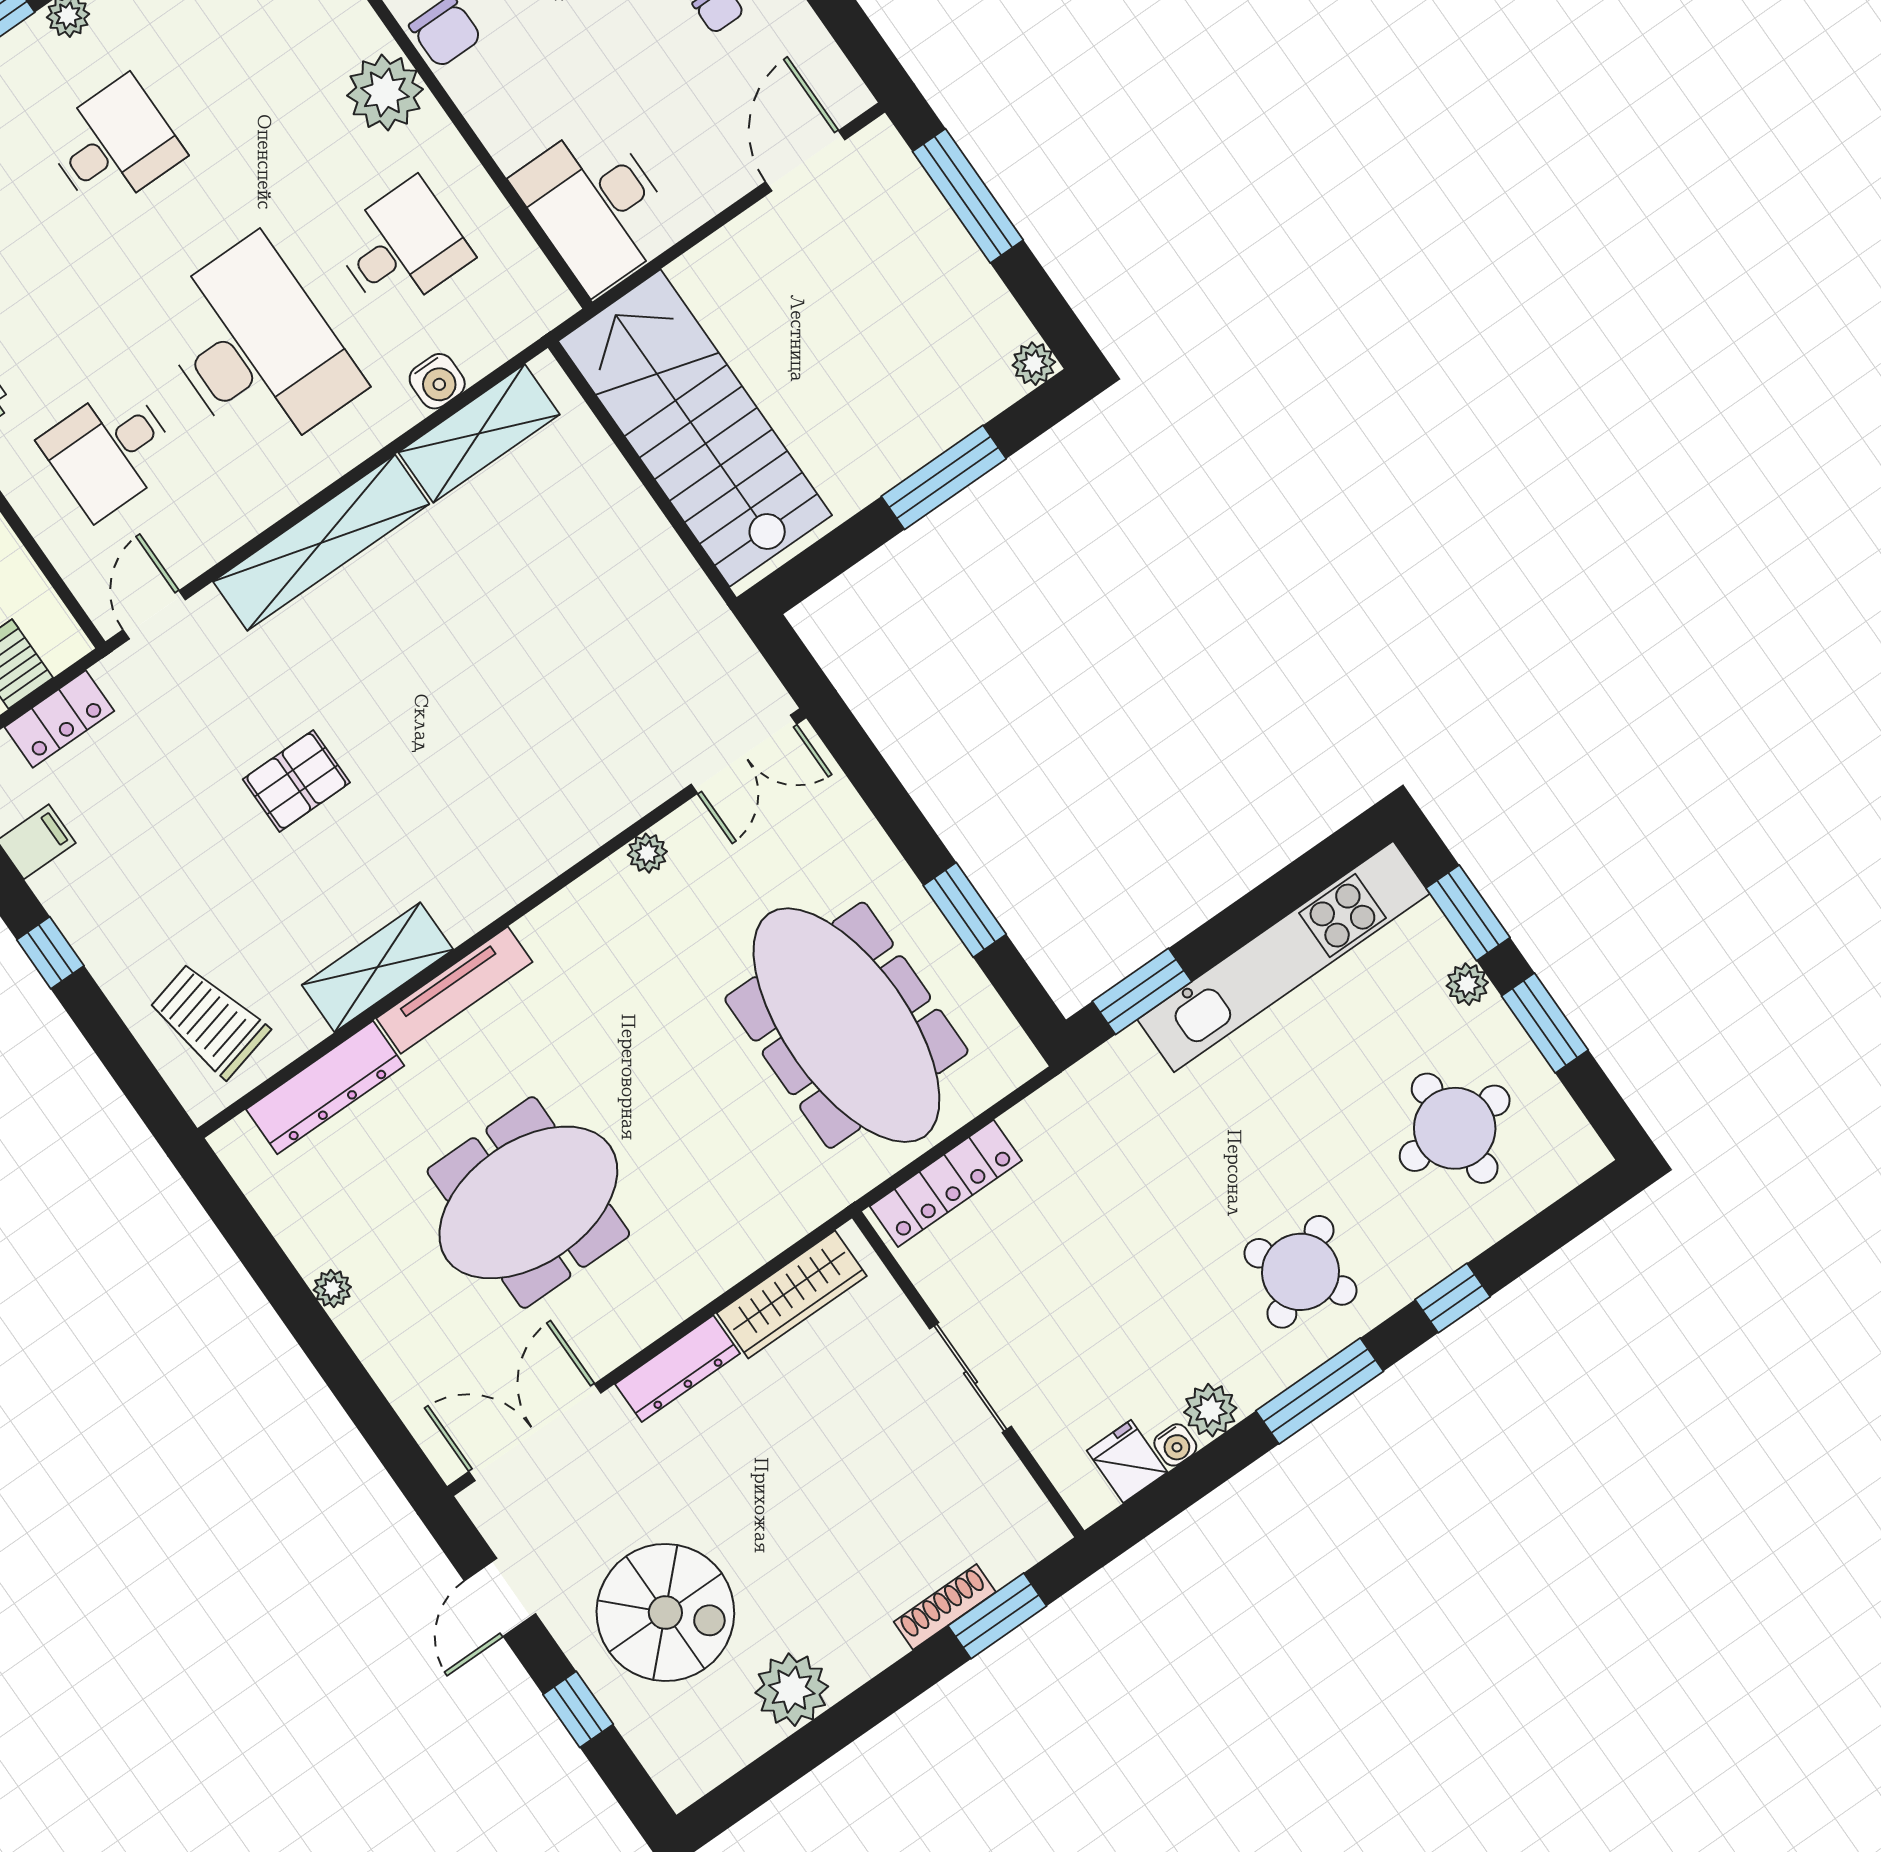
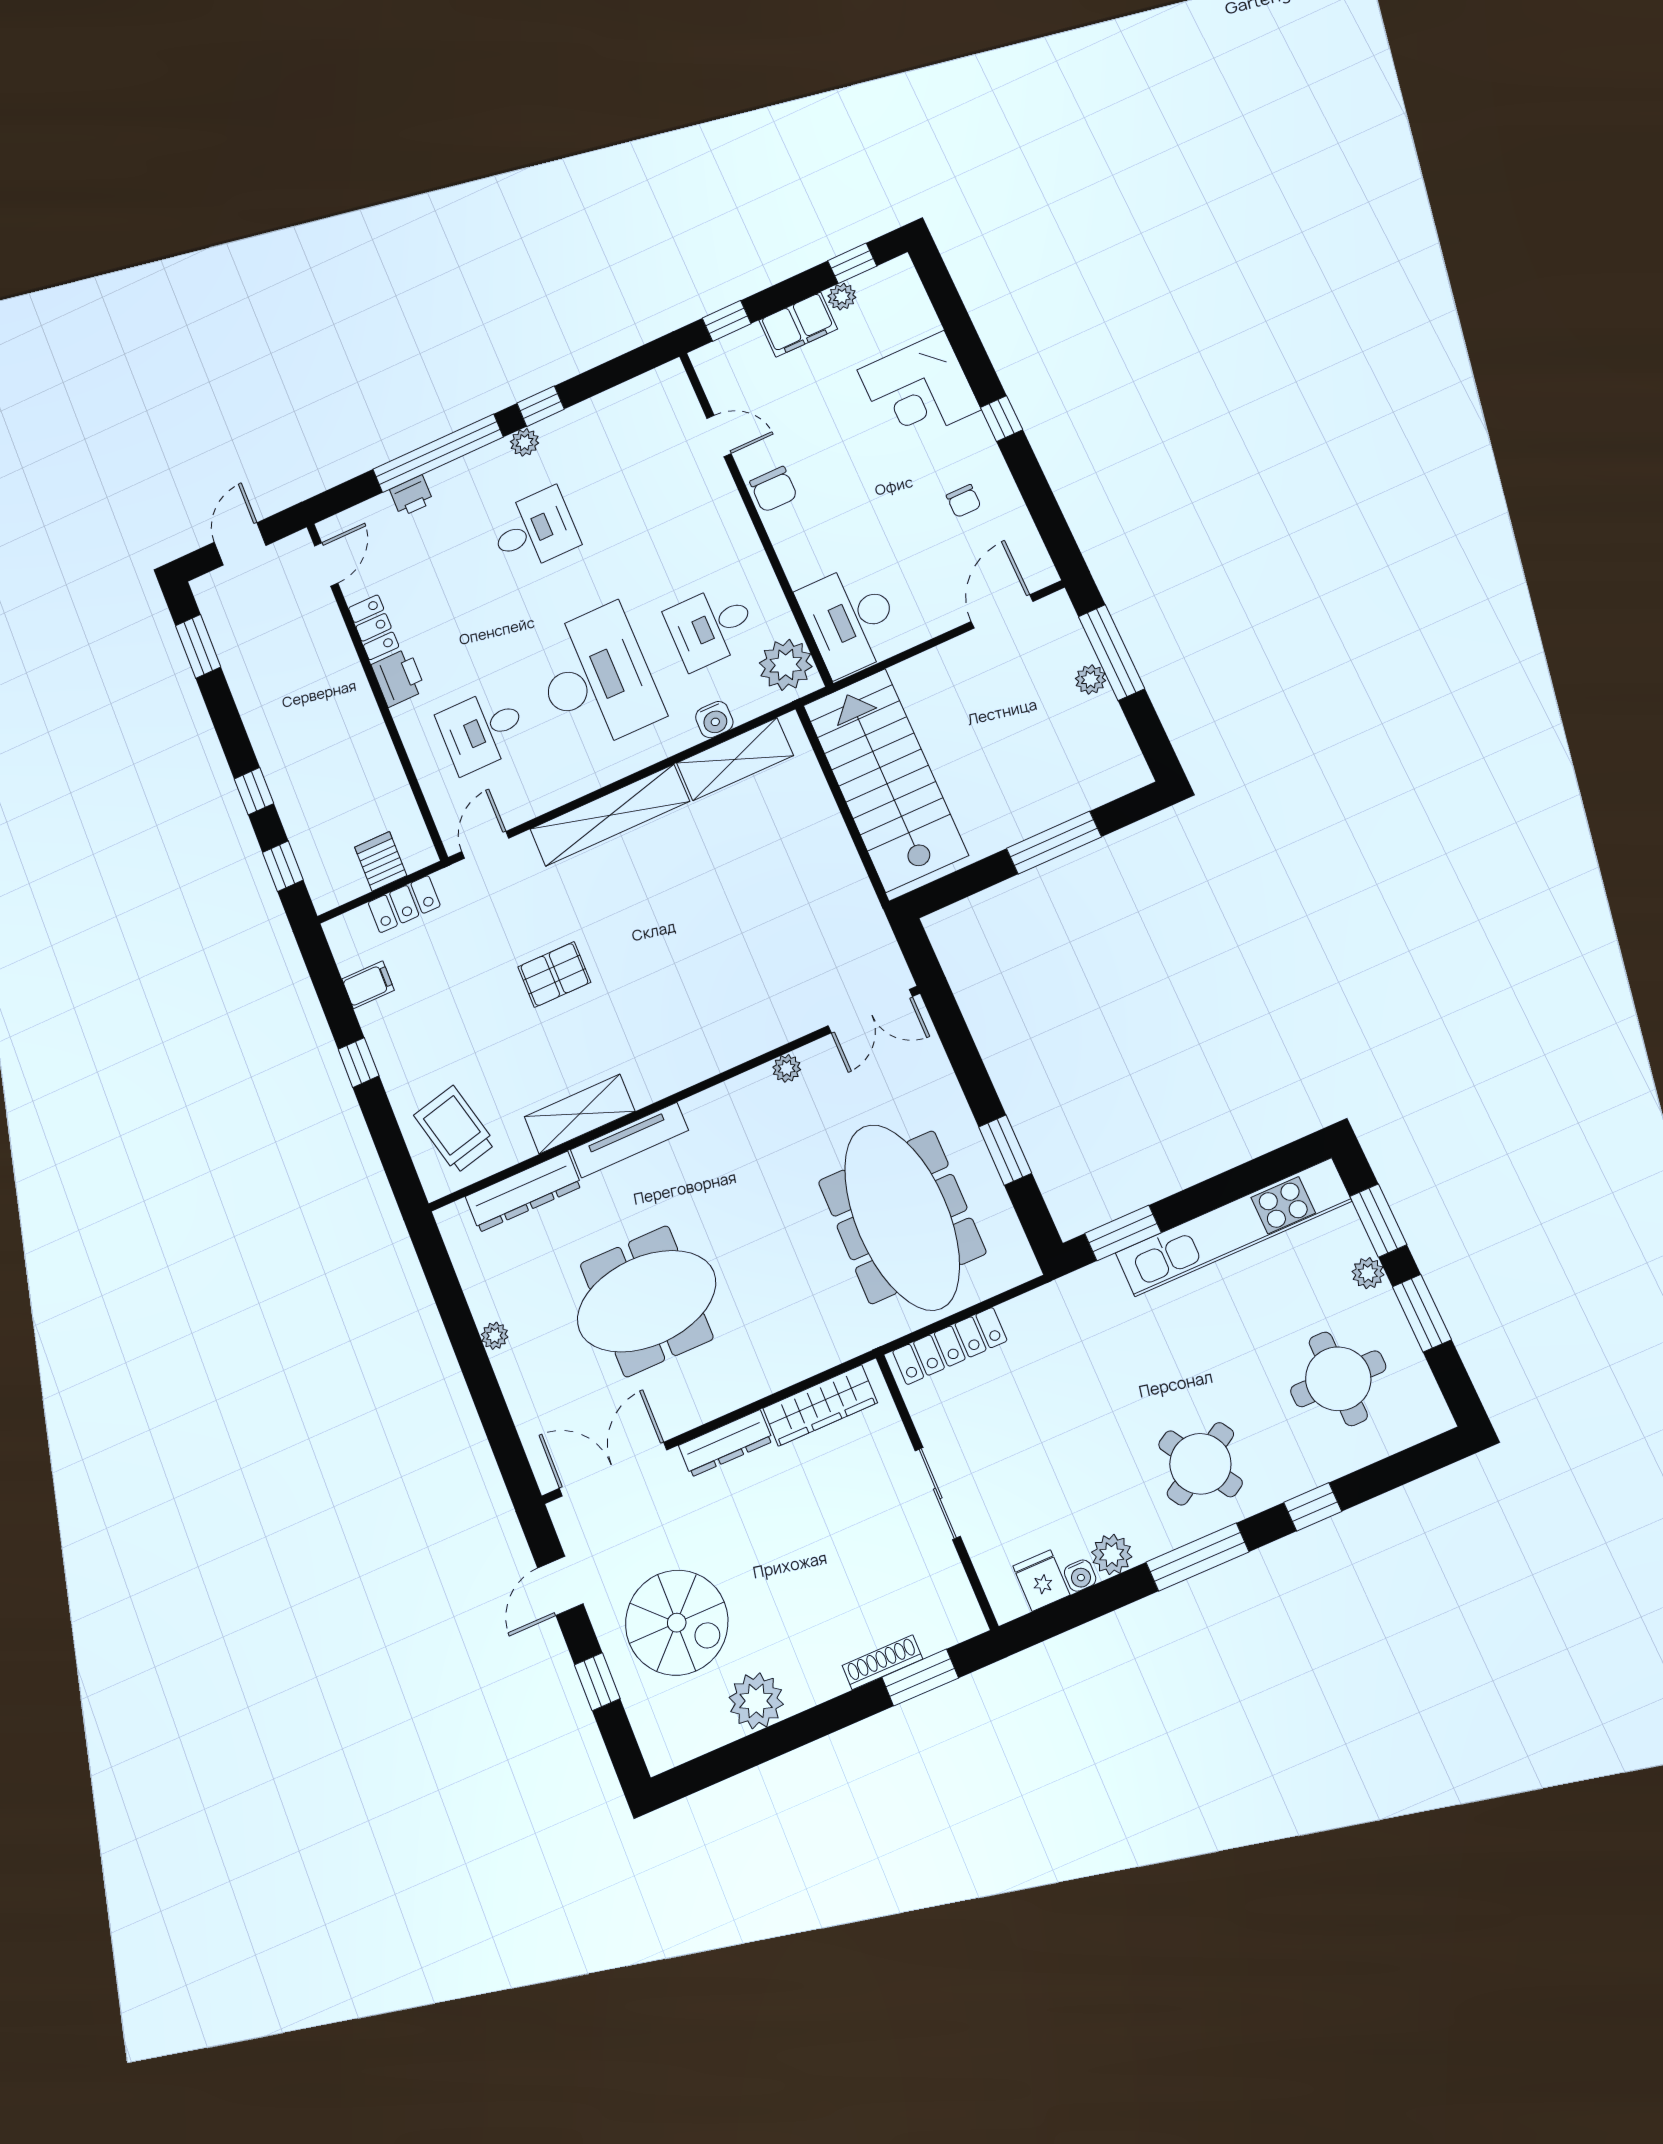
plant: (385, 92) -> (786, 665), moved
desk: (402, 247) -> (711, 626), turned 180
plant: (1034, 364) -> (1090, 679), moved

